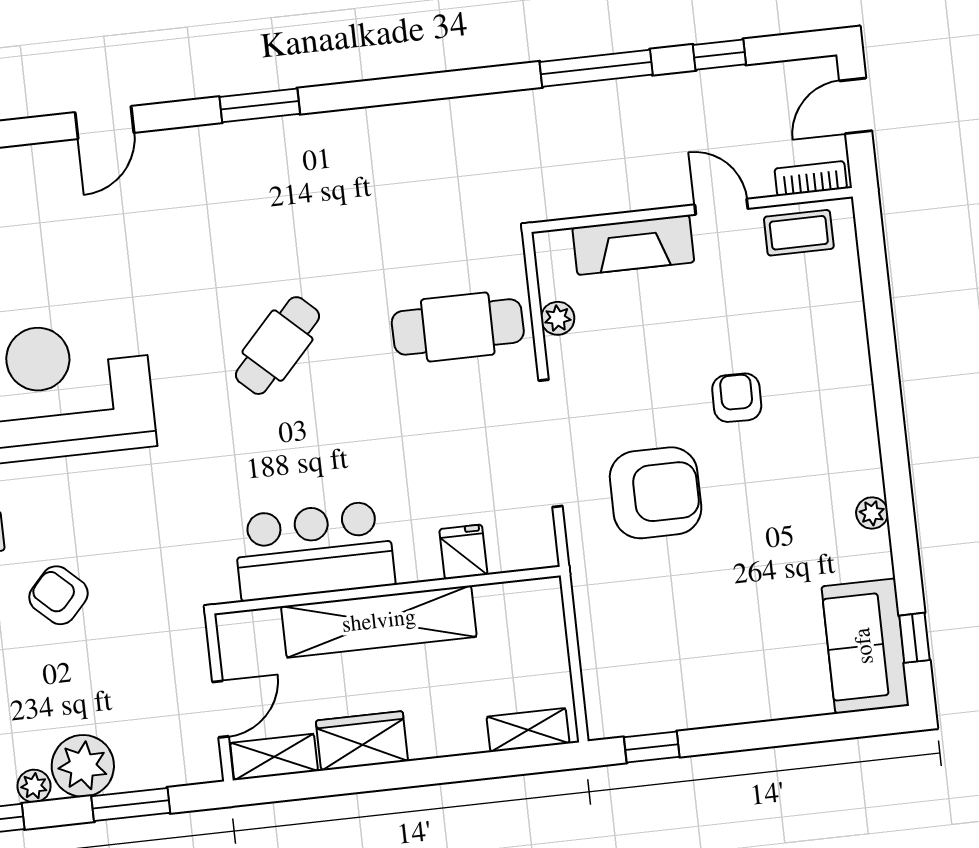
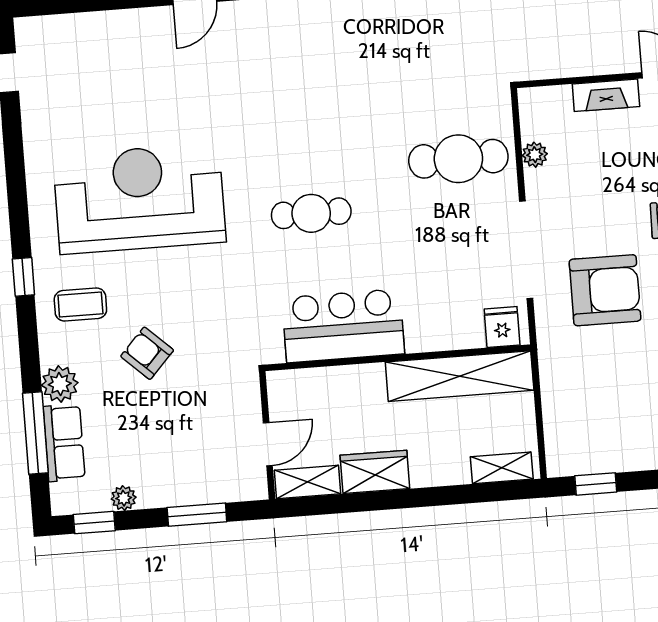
fireplace: (633, 245) -> (606, 95), width x0.73, depth x0.76
cafe table: (277, 346) -> (311, 213), moved, turned 47
fridge: (463, 552) -> (502, 327), moved
shelving: (379, 622) -> (460, 376), moved
plant: (83, 766) -> (161, 484), removed

